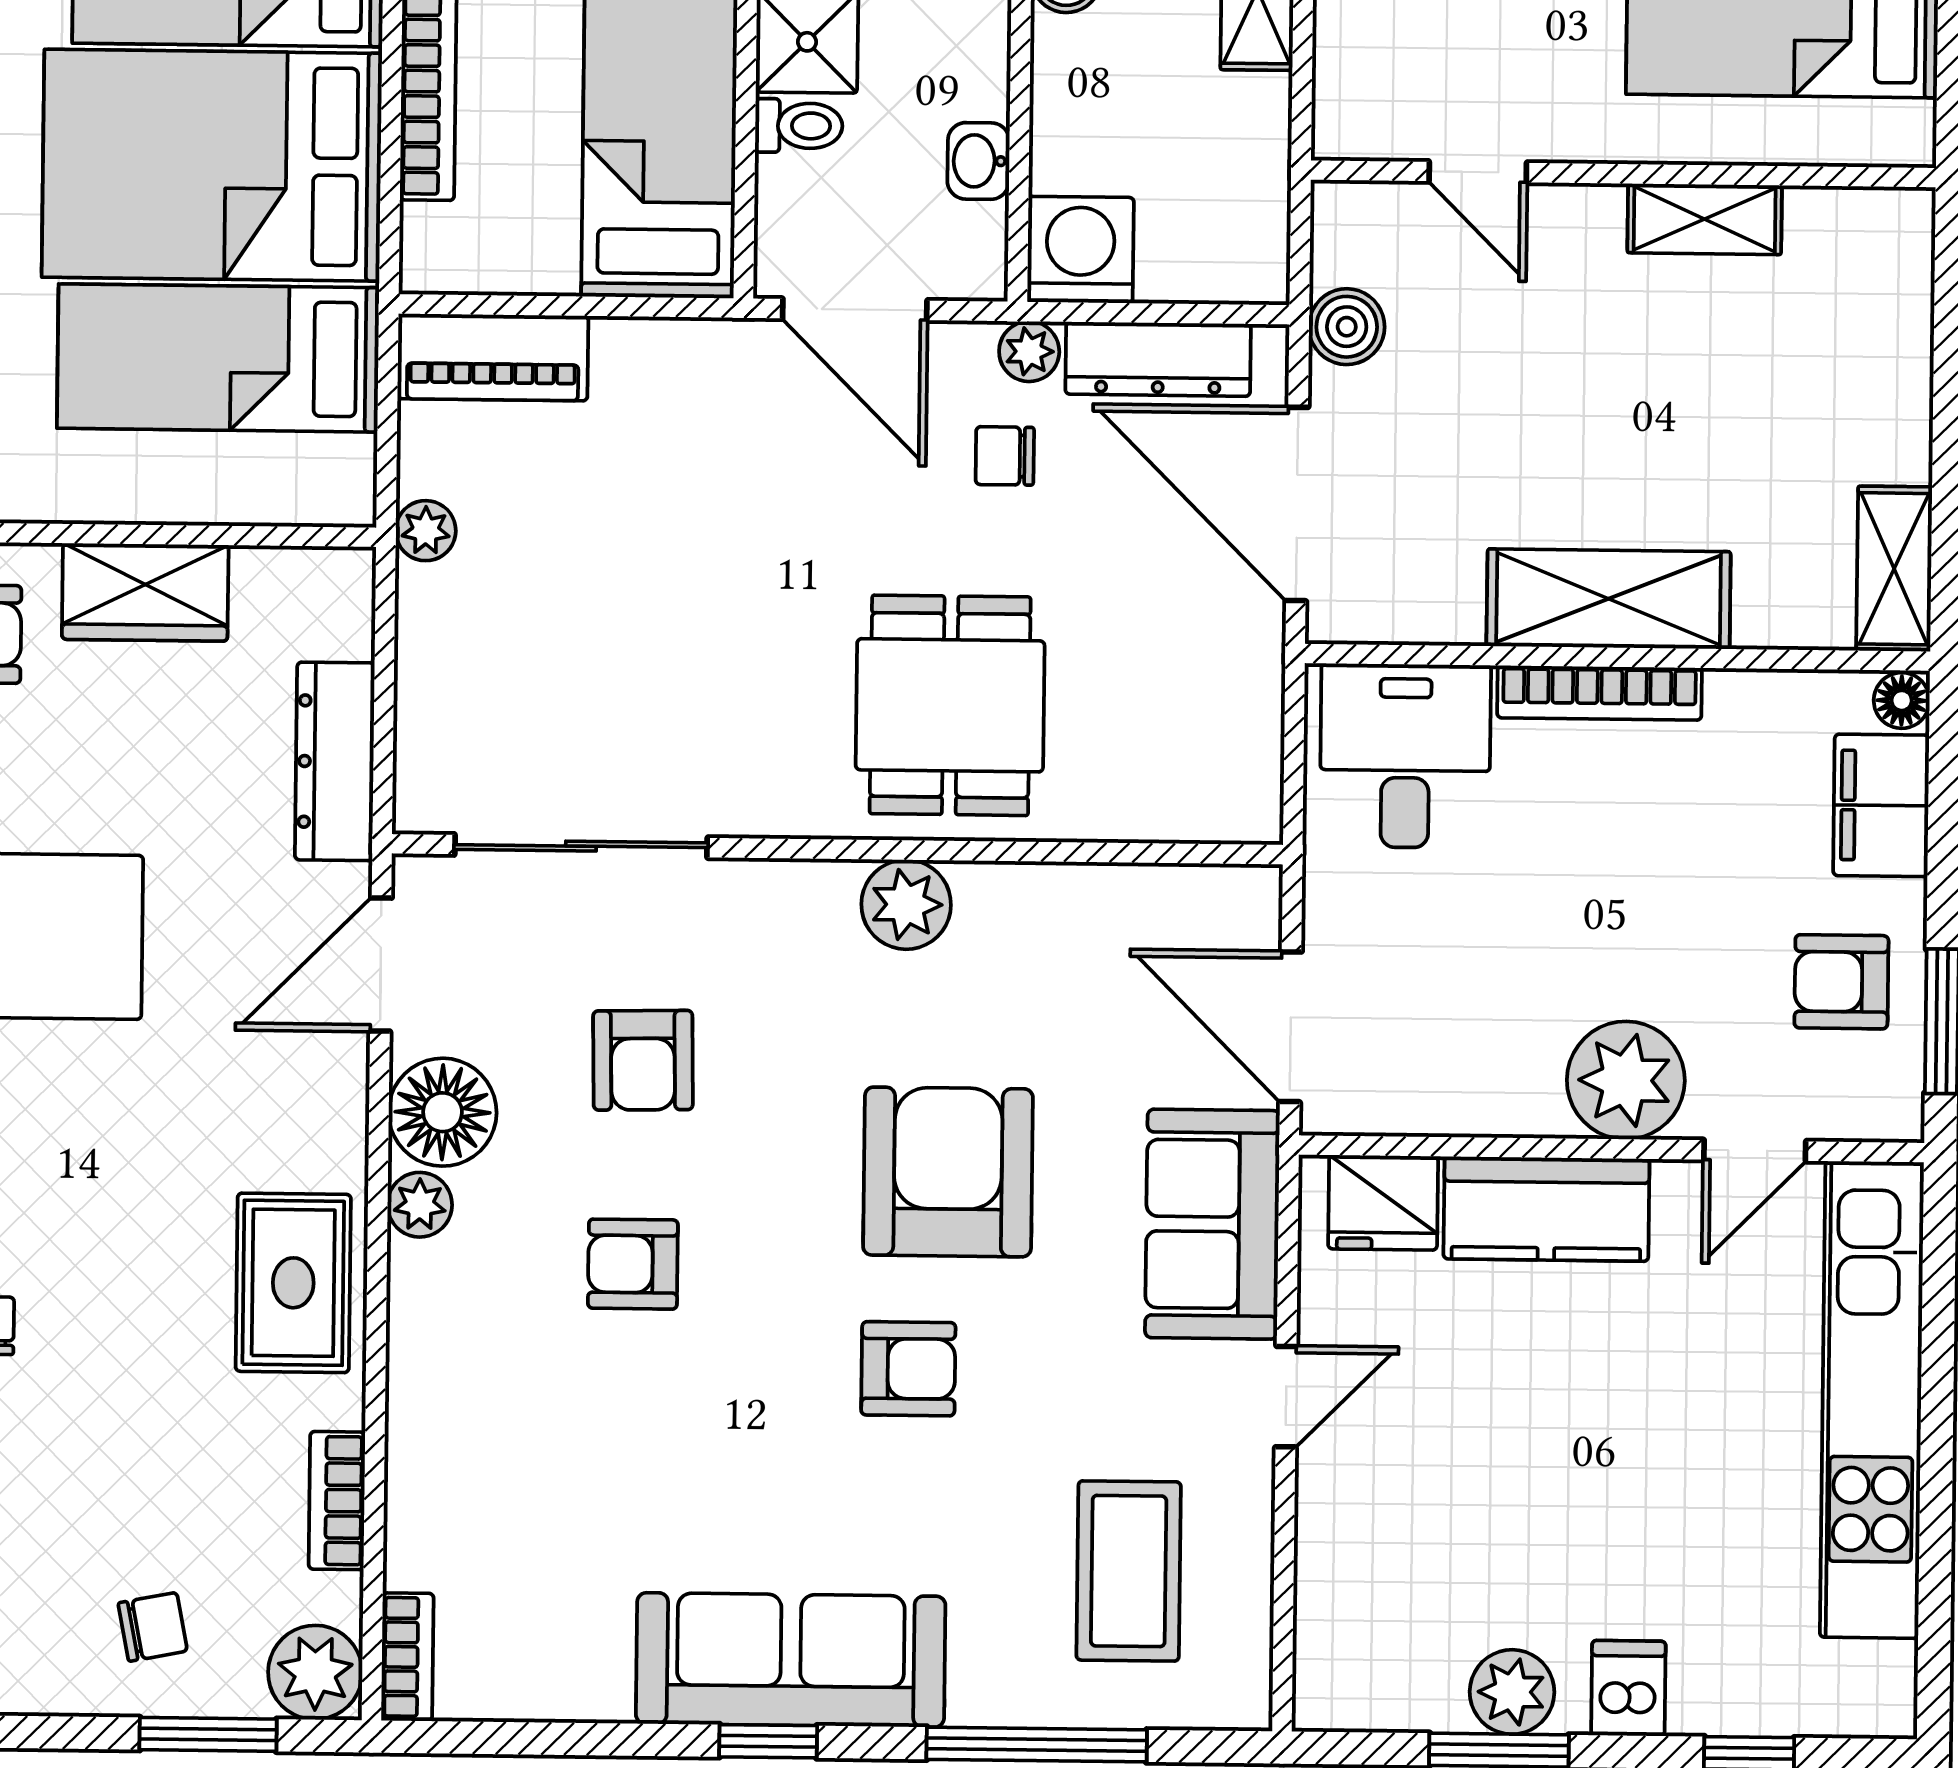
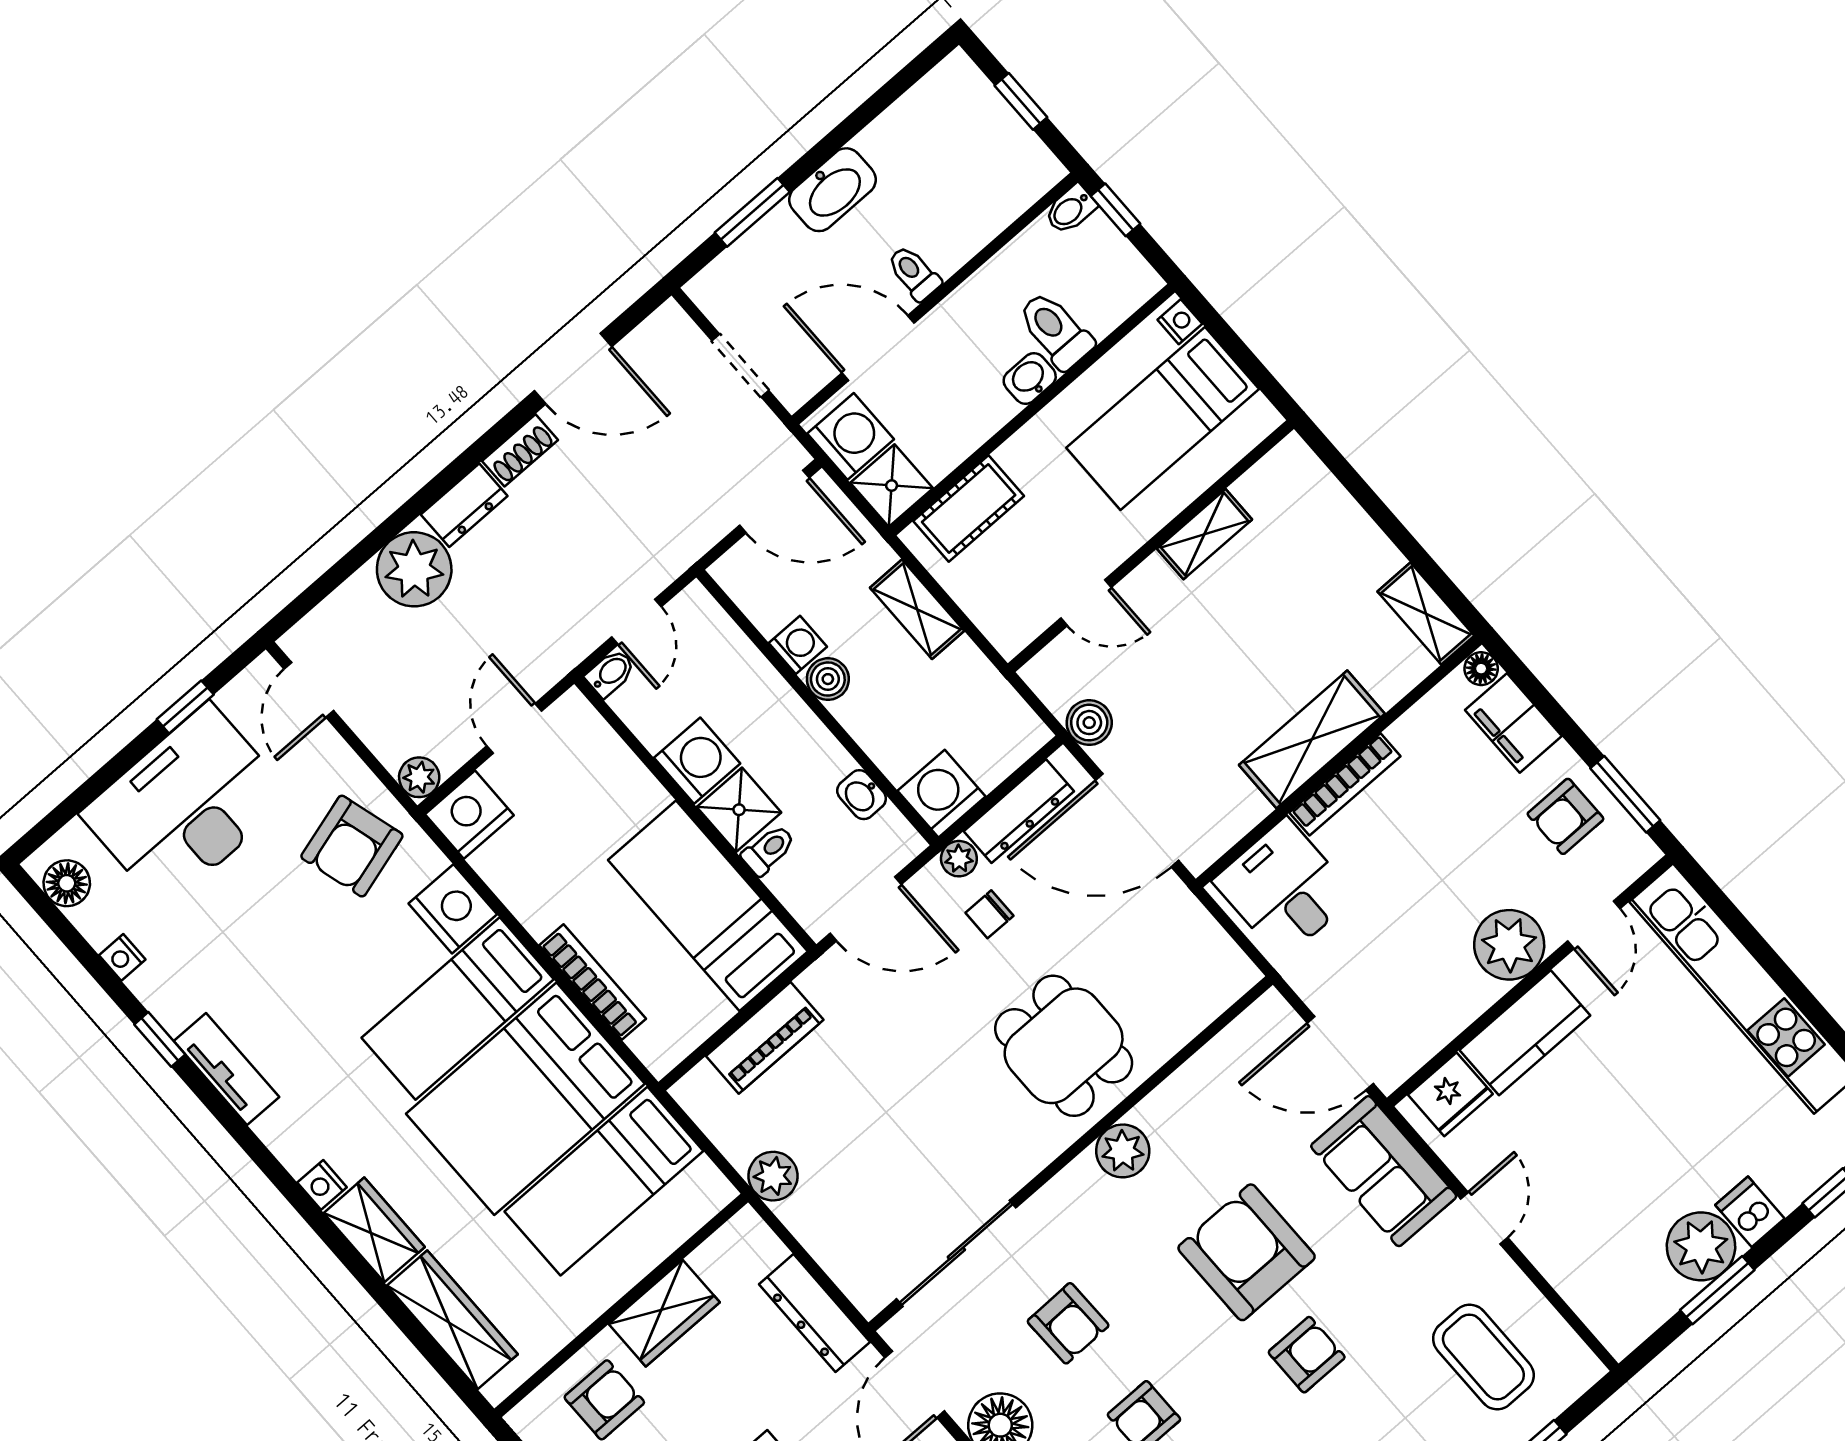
piano: (493, 357) -> (765, 1038), moved
plant: (426, 531) -> (773, 1176), width x1.38, depth x1.38
plant: (1512, 1692) -> (1701, 1246), width x1.36, depth x1.36

